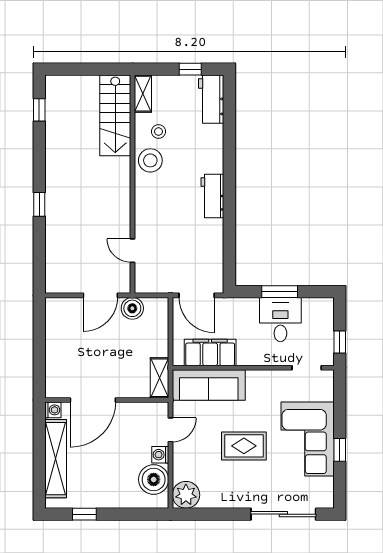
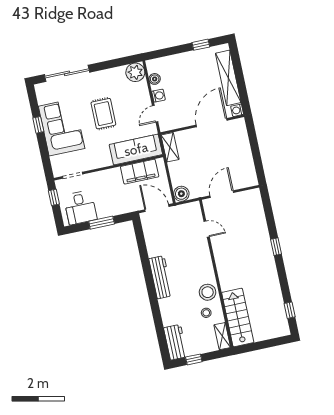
workbench: (212, 196) -> (161, 277), width x1.38
boiler: (132, 308) -> (181, 194), moved
desk: (280, 320) -> (80, 207), moved
rug: (244, 446) -> (103, 114), turned 90
boiler: (154, 479) -> (155, 79), width x0.54, depth x0.54

